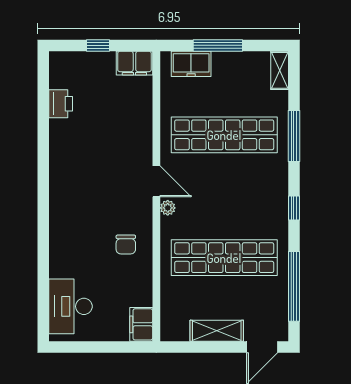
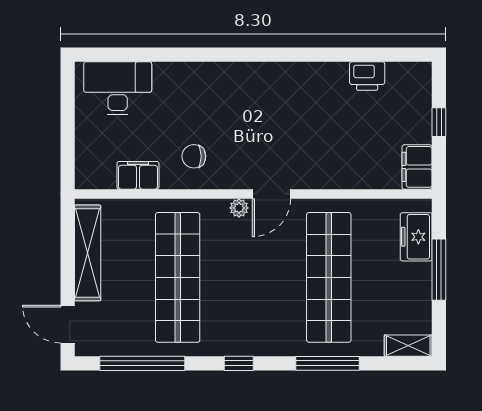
filing cabinet: (141, 324) -> (138, 175), moved
shelving: (217, 331) -> (88, 253), width x1.47

